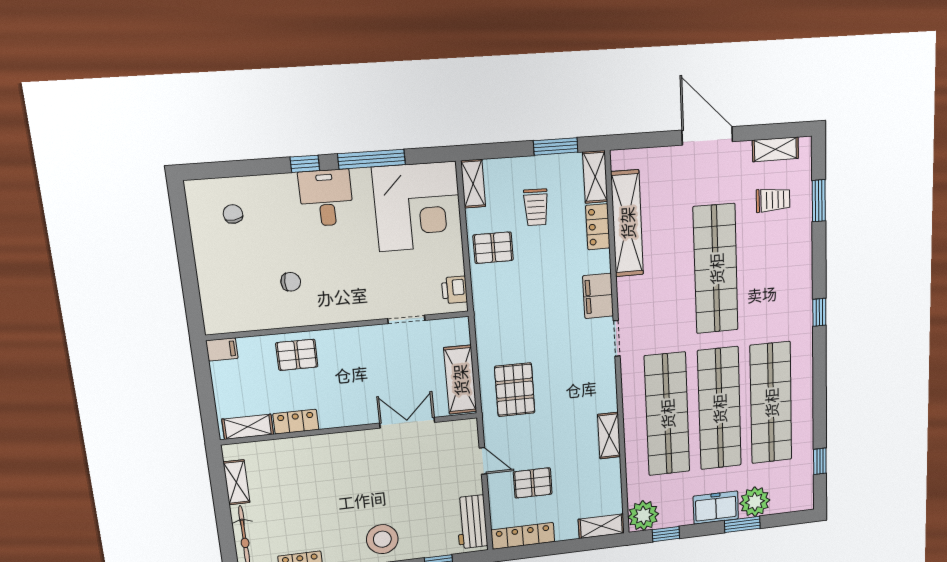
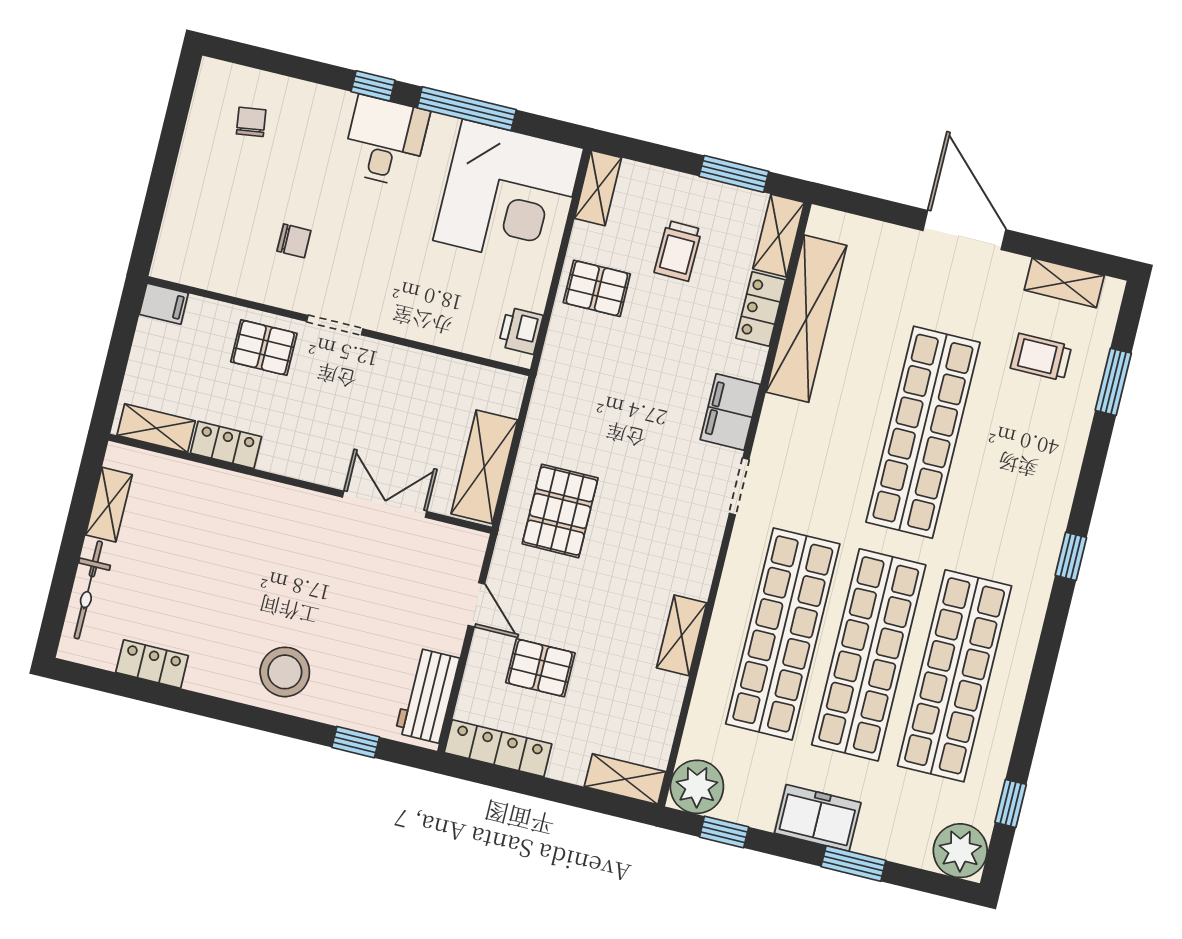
trolley: (773, 200) -> (1041, 357), turned 180
doorway: (406, 319) -> (335, 325), moved
plant: (755, 502) -> (960, 851), moved

